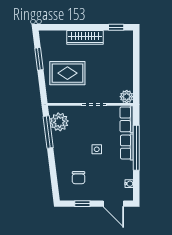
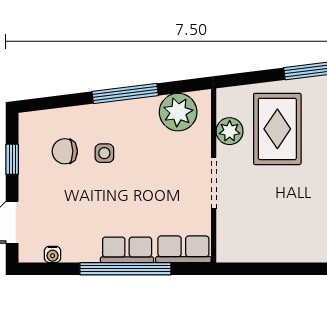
plant: (127, 97) -> (230, 131), moved
window: (48, 132) -> (125, 93), moved
side table: (97, 149) -> (104, 153), moved

